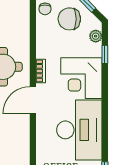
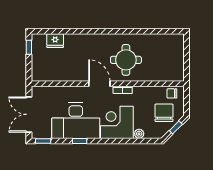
plant: (96, 36) -> (139, 134), moved
window: (105, 54) -> (80, 141), moved

